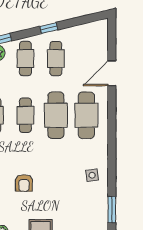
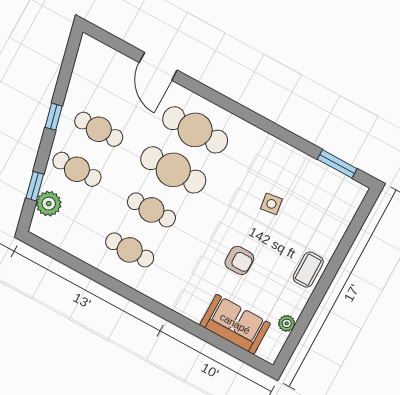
side table: (92, 175) -> (271, 204), moved

